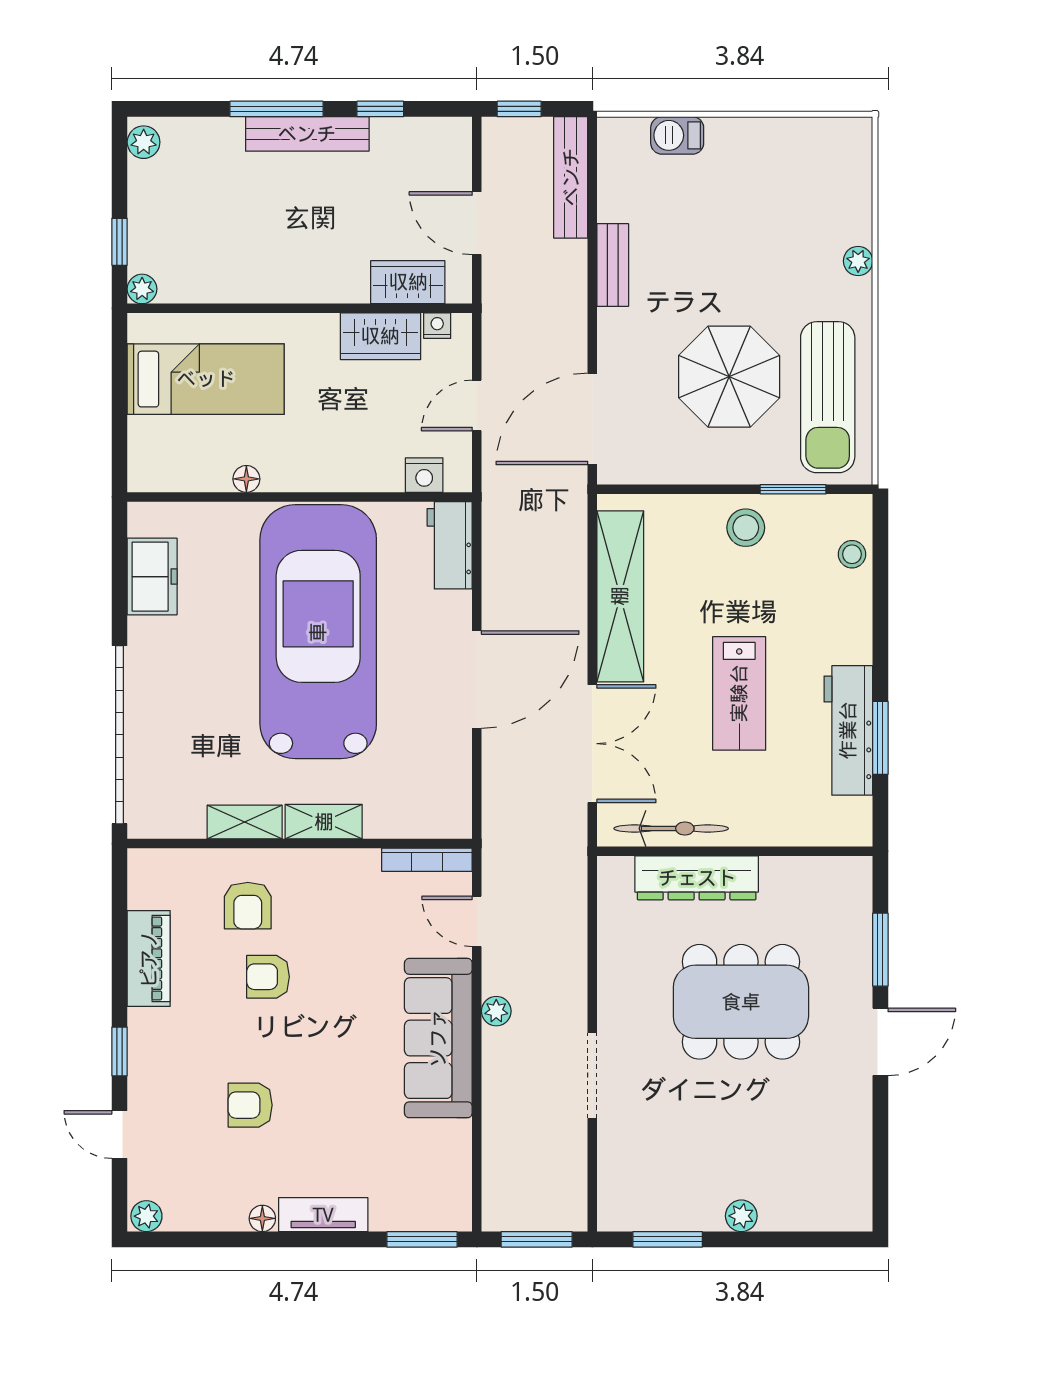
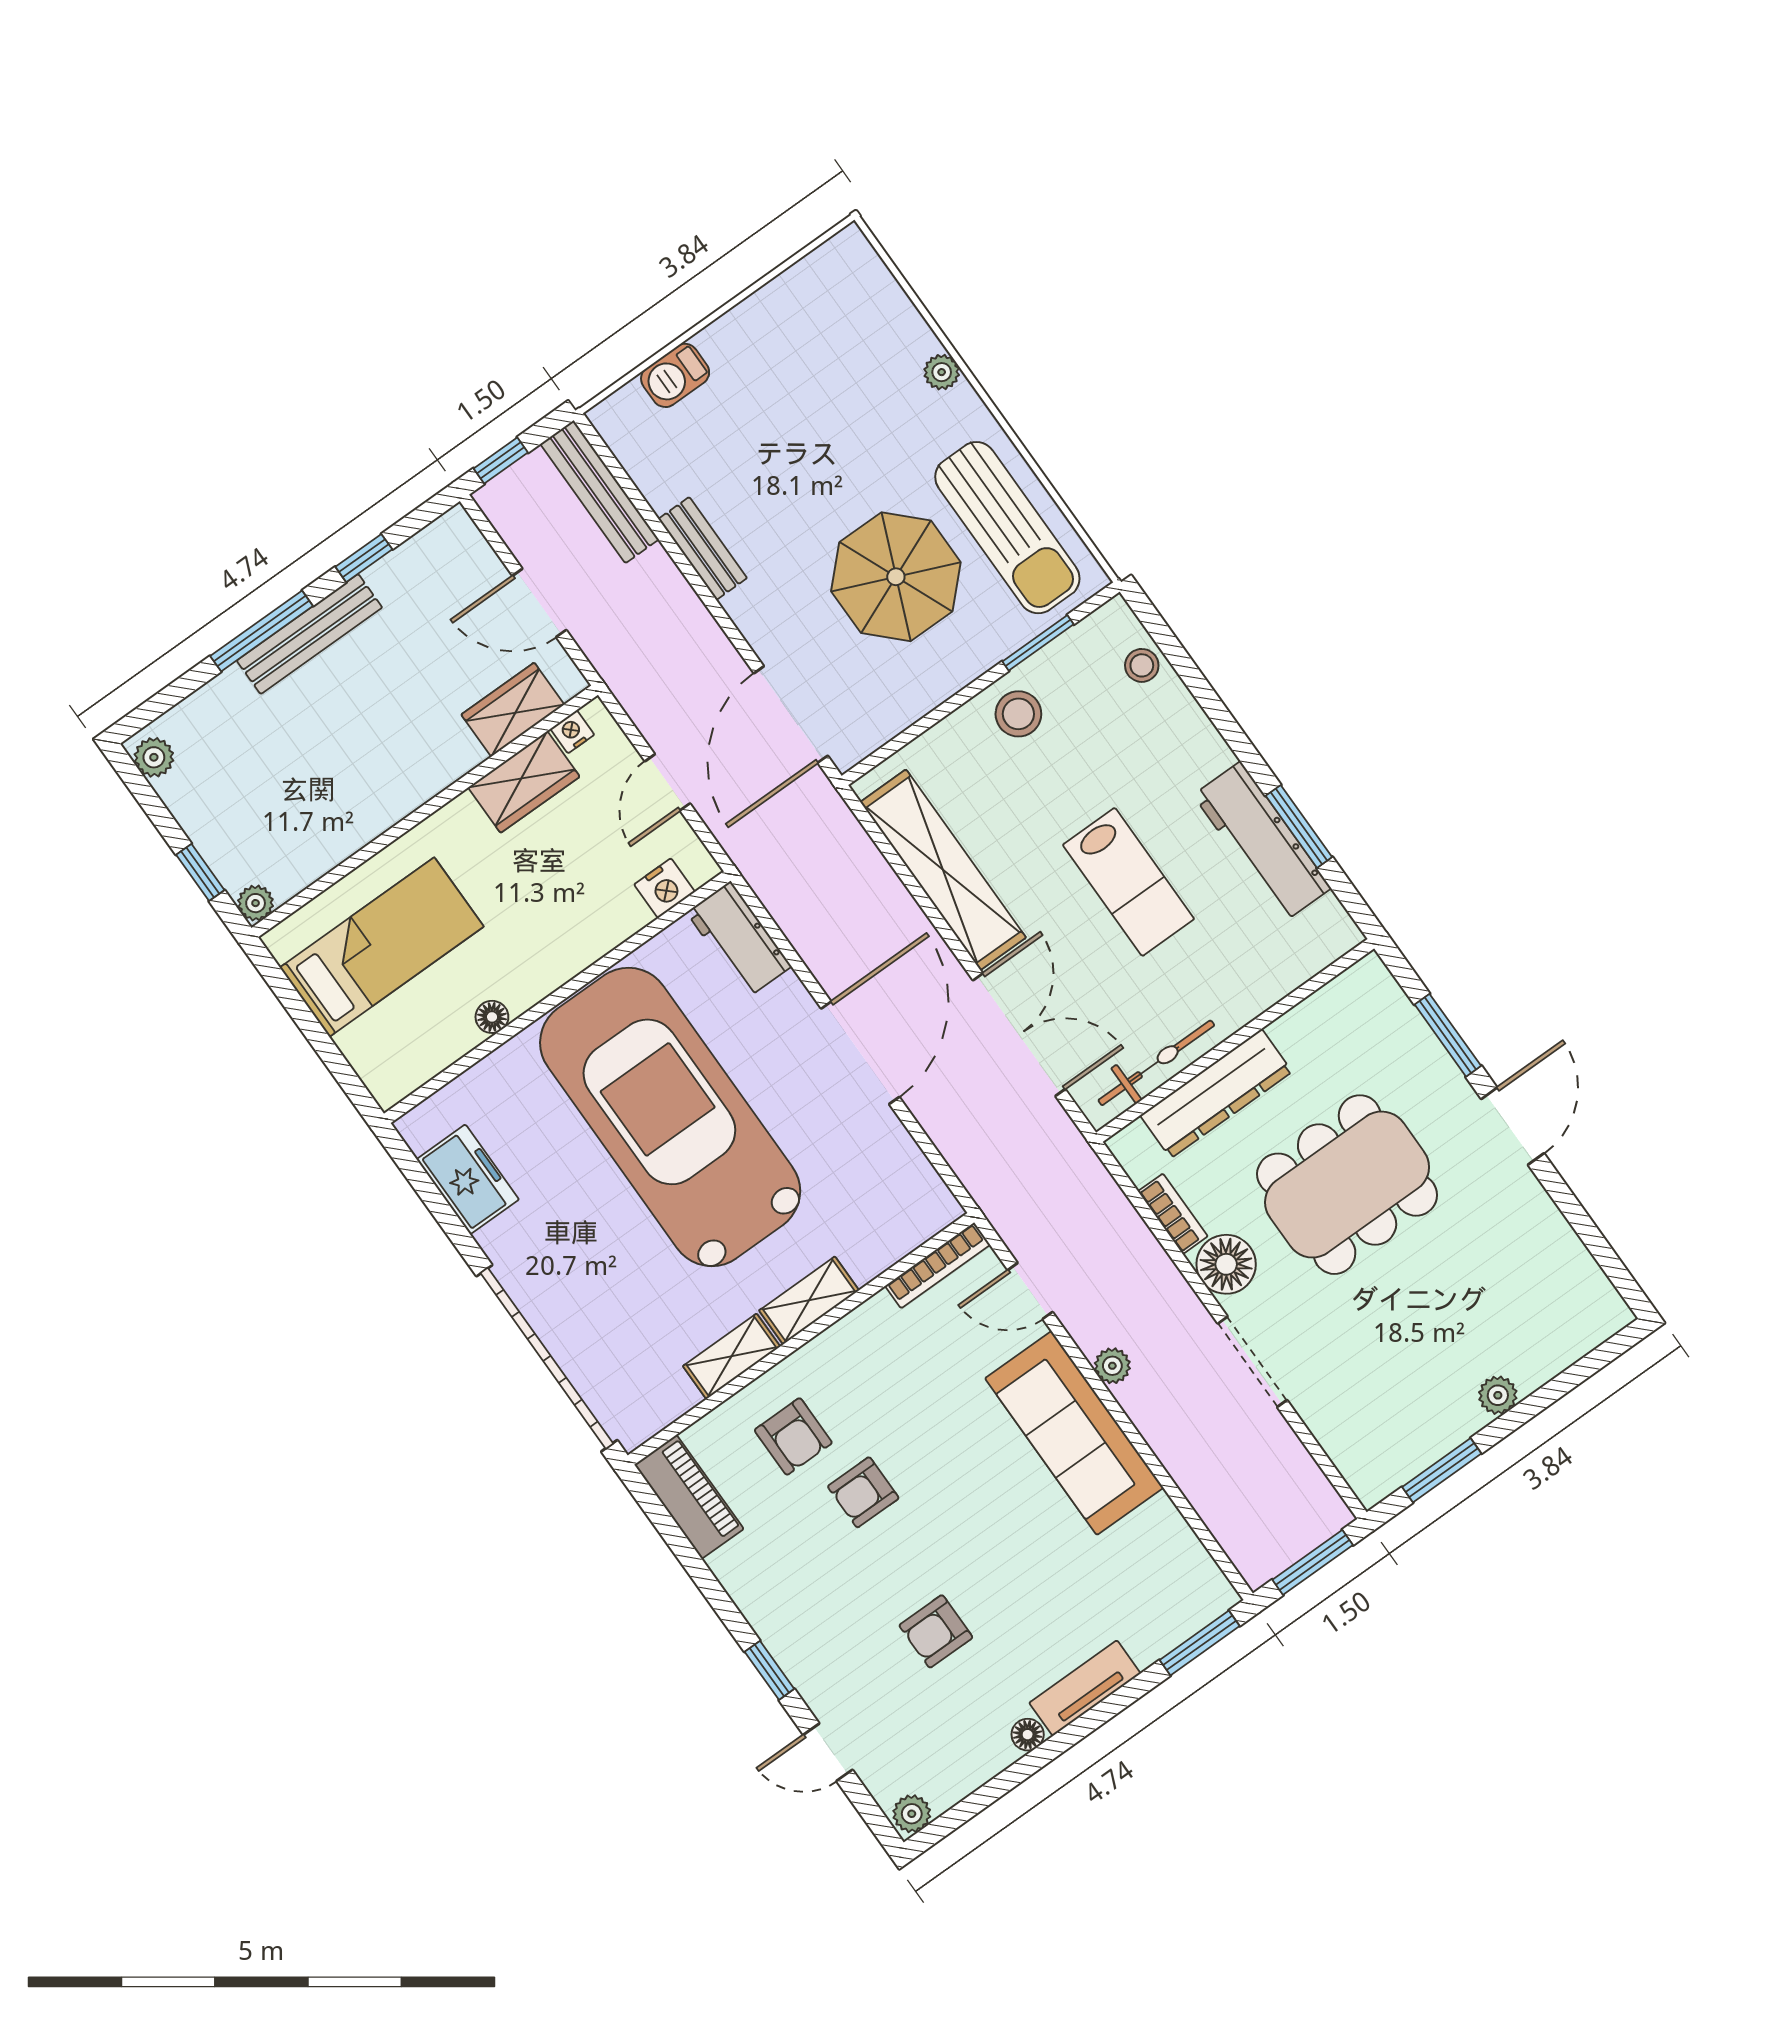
bookcase: (610, 938) -> (1173, 1214), added
piano: (149, 959) -> (689, 1497), moved
floor lamp: (621, 997) -> (1226, 1264), added

